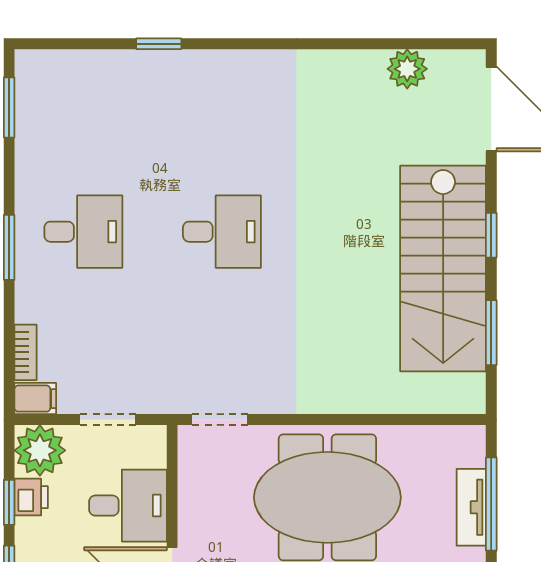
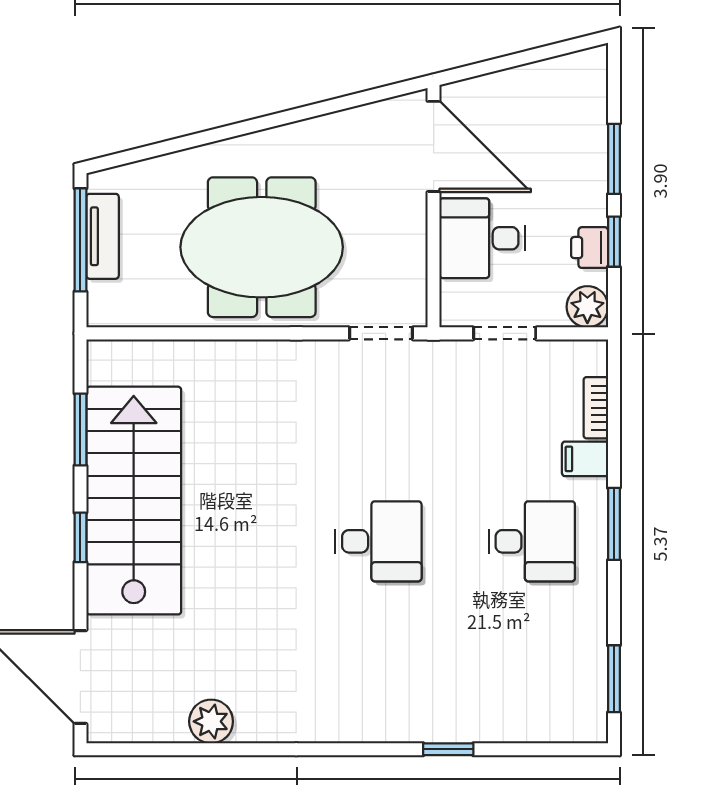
plant: (407, 69) -> (211, 721), moved
desk: (83, 232) -> (532, 541), turned 180
desk: (222, 232) -> (378, 541), turned 180
filing cabinet: (35, 399) -> (585, 459), moved
plant: (40, 450) -> (587, 307), width x0.73, depth x0.73

